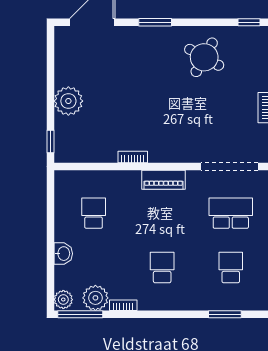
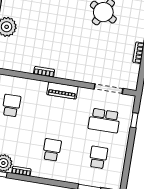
doorway: (230, 166) -> (109, 89), width x0.73
school desk: (231, 213) -> (104, 121), turned 180

